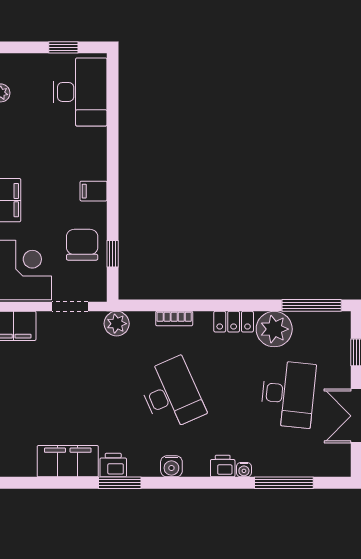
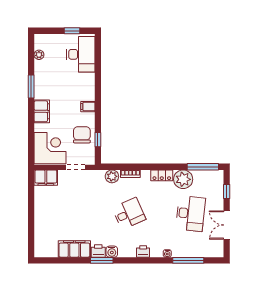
plant: (117, 324) -> (112, 176), moved
desk: (171, 394) -> (129, 214), width x0.73
water cooler: (171, 466) -> (112, 252), moved
printer: (223, 466) -> (143, 251), moved

